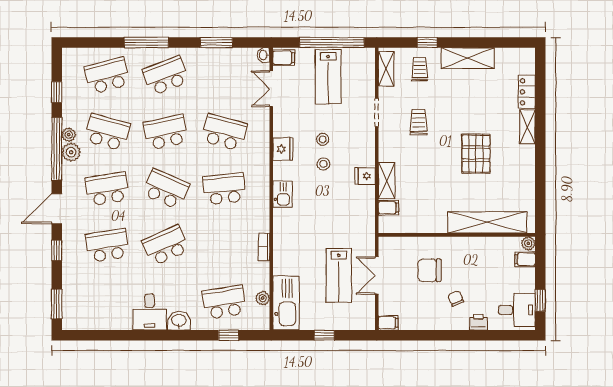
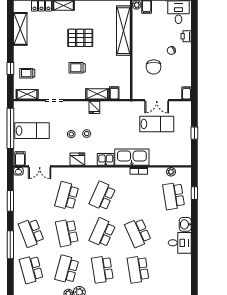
shelving: (468, 58) -> (20, 29), moved
trolley: (419, 122) -> (77, 68), moved
school desk: (224, 189) -> (102, 196), turned 30
kitchen sink: (286, 303) -> (132, 157), moved

